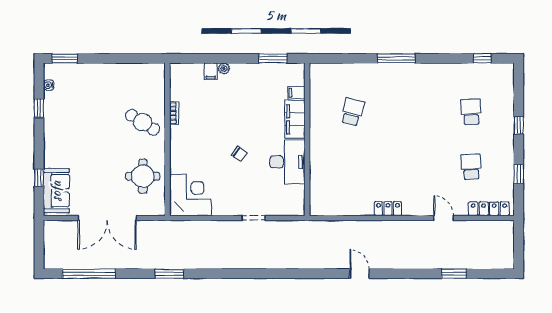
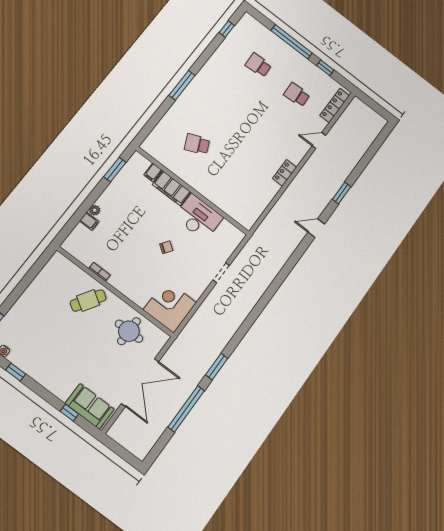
school desk: (352, 112) -> (197, 144), turned -39
window: (519, 125) -> (292, 42), width x3.17
window: (89, 274) -> (186, 409), moved
window: (454, 274) -> (342, 193), moved

